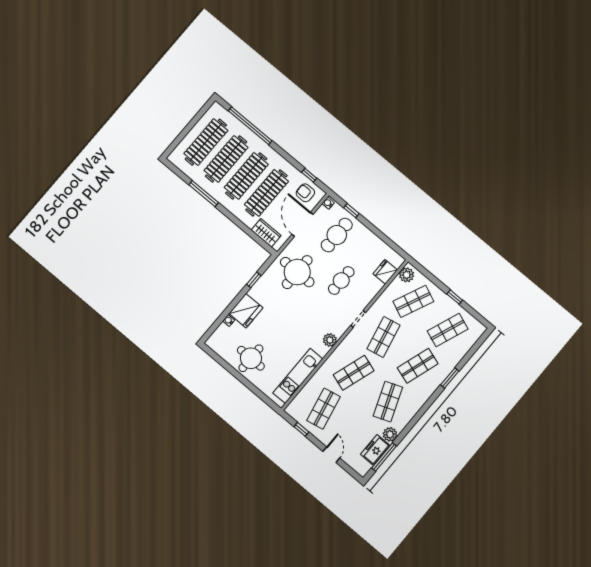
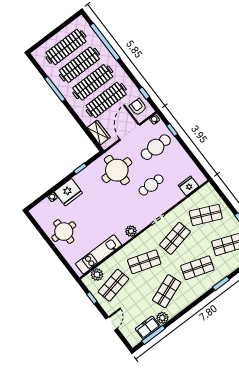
plant: (407, 275) -> (97, 275), moved

